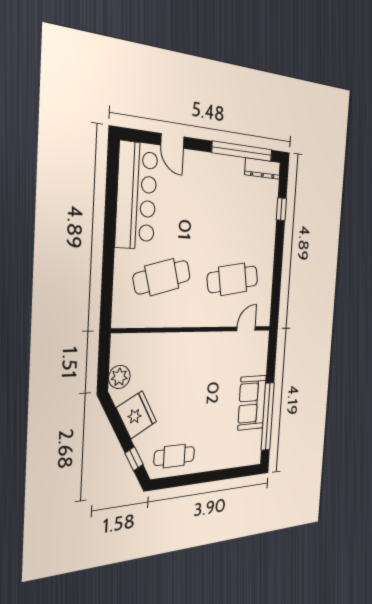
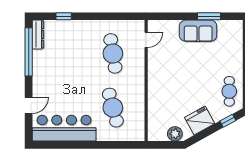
door: (246, 329) -> (146, 40), swing flipped
window: (268, 417) -> (209, 16), width x0.47

